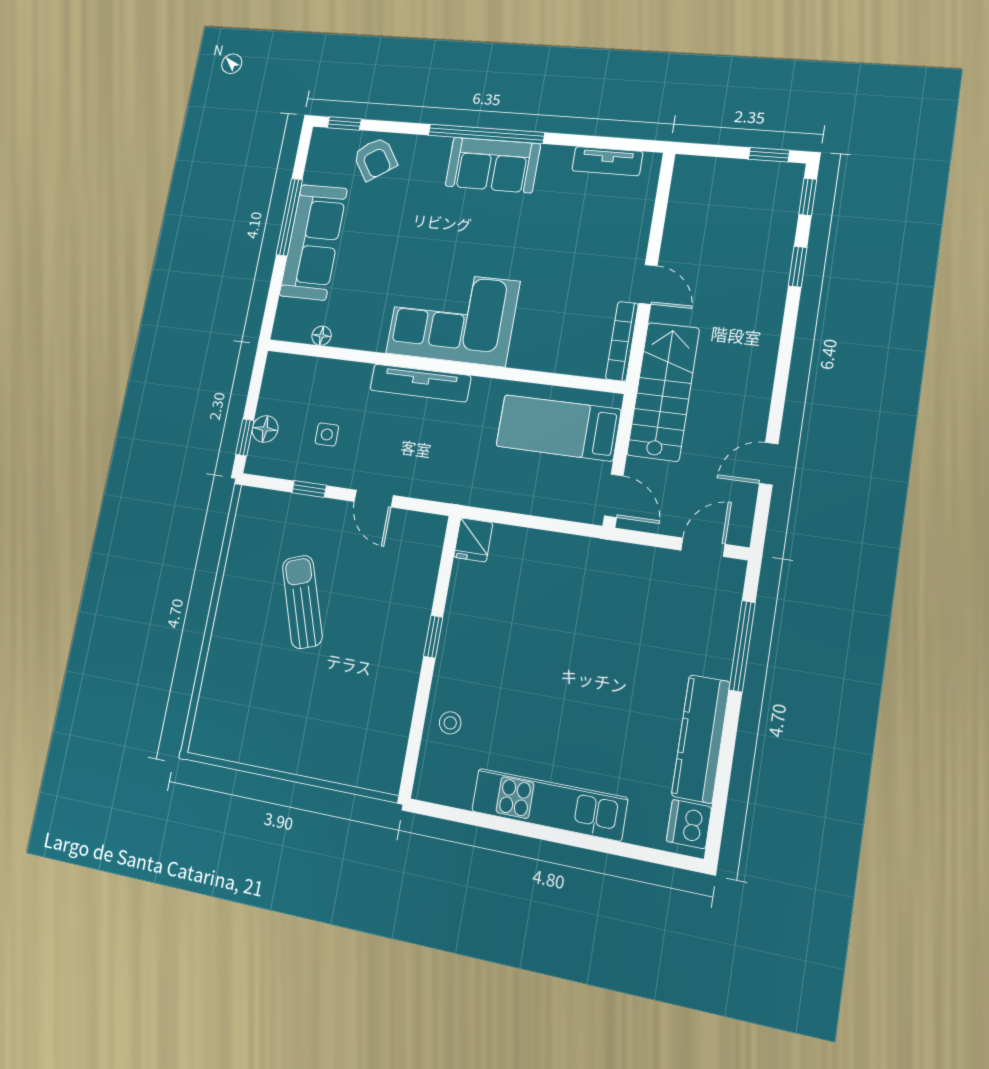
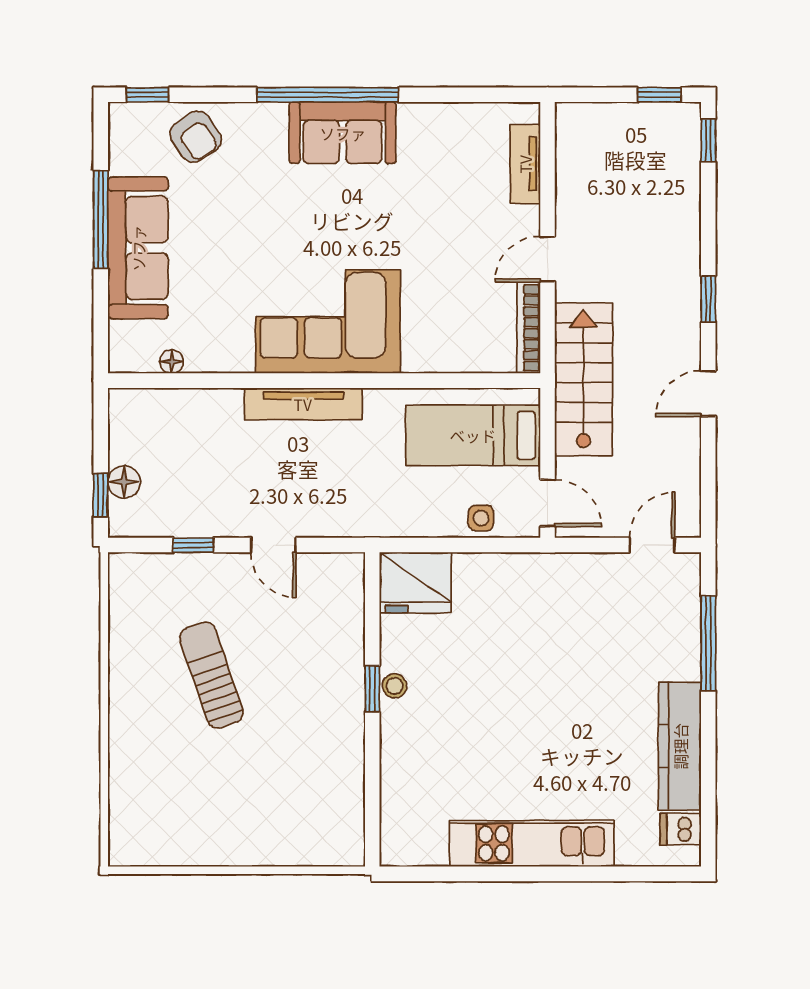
tv unit: (607, 161) -> (525, 164), moved, turned 90
window: (798, 267) -> (708, 299), moved
door: (648, 285) -> (547, 259), swing flipped
side table: (327, 434) -> (481, 518), moved
door: (769, 464) -> (708, 394), moved
fridge: (473, 540) -> (415, 583), width x1.88, depth x1.34
stool: (450, 723) -> (395, 686), moved
dishwasher: (689, 824) -> (681, 829), width x0.73

